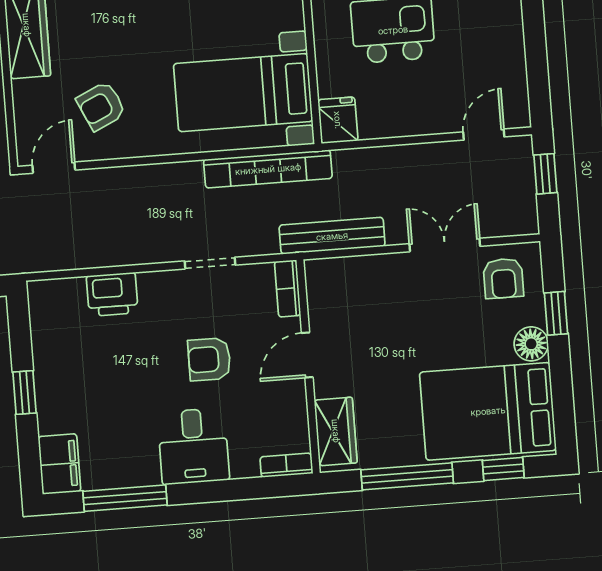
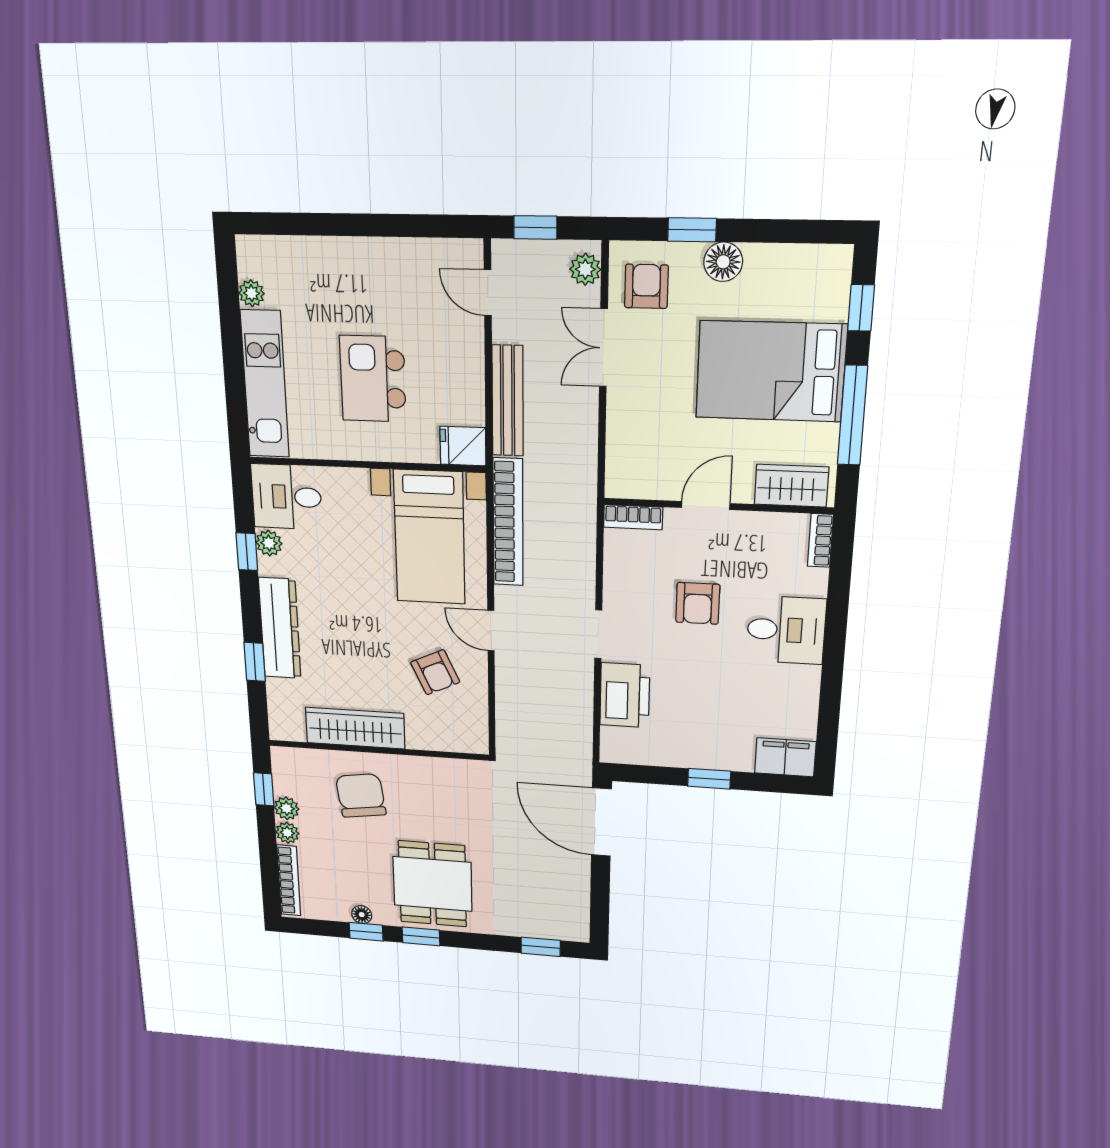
door: (54, 168) -> (491, 631), moved
plant: (513, 222) -> (585, 269), added
bench: (332, 236) -> (508, 401), moved
doorway: (210, 263) -> (598, 634), moved
armchair: (503, 278) -> (646, 286), turned -90
printer: (112, 294) -> (625, 695), width x1.37, depth x1.19
door: (307, 355) -> (706, 506), swing flipped
bed: (488, 411) -> (771, 371), moved, turned 90
window: (125, 498) -> (830, 702), removed

